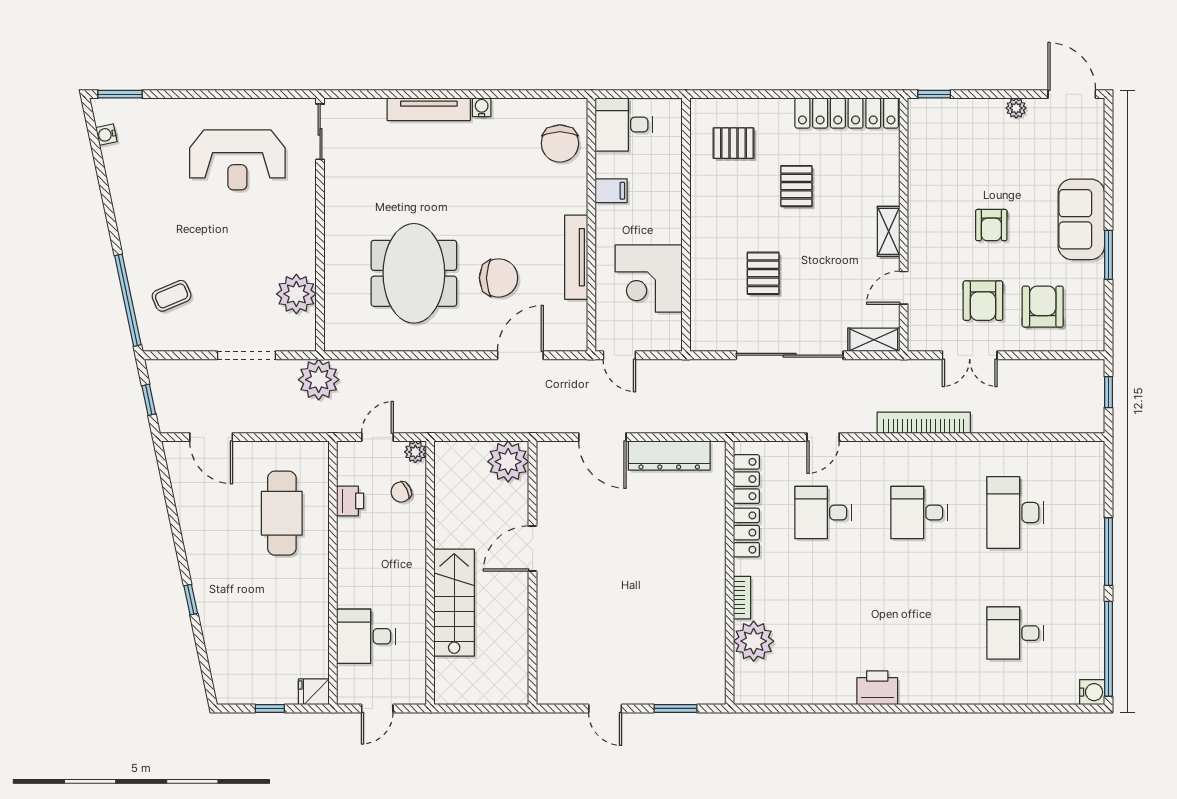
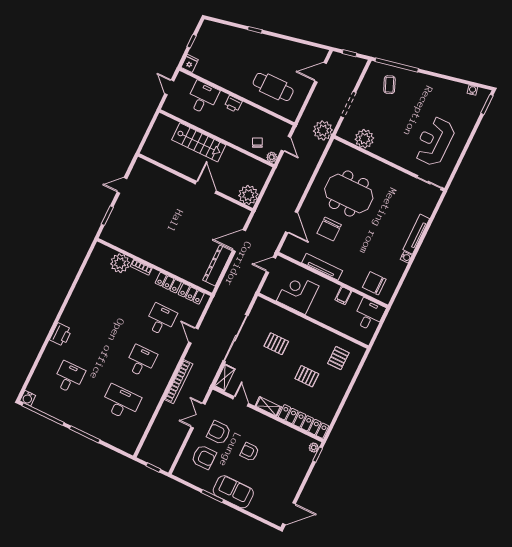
plant: (1016, 108) -> (314, 448), moved
locker: (847, 113) -> (303, 421), moved, turned 90
printer: (350, 501) -> (233, 104), moved
printer: (877, 688) -> (61, 335), moved

